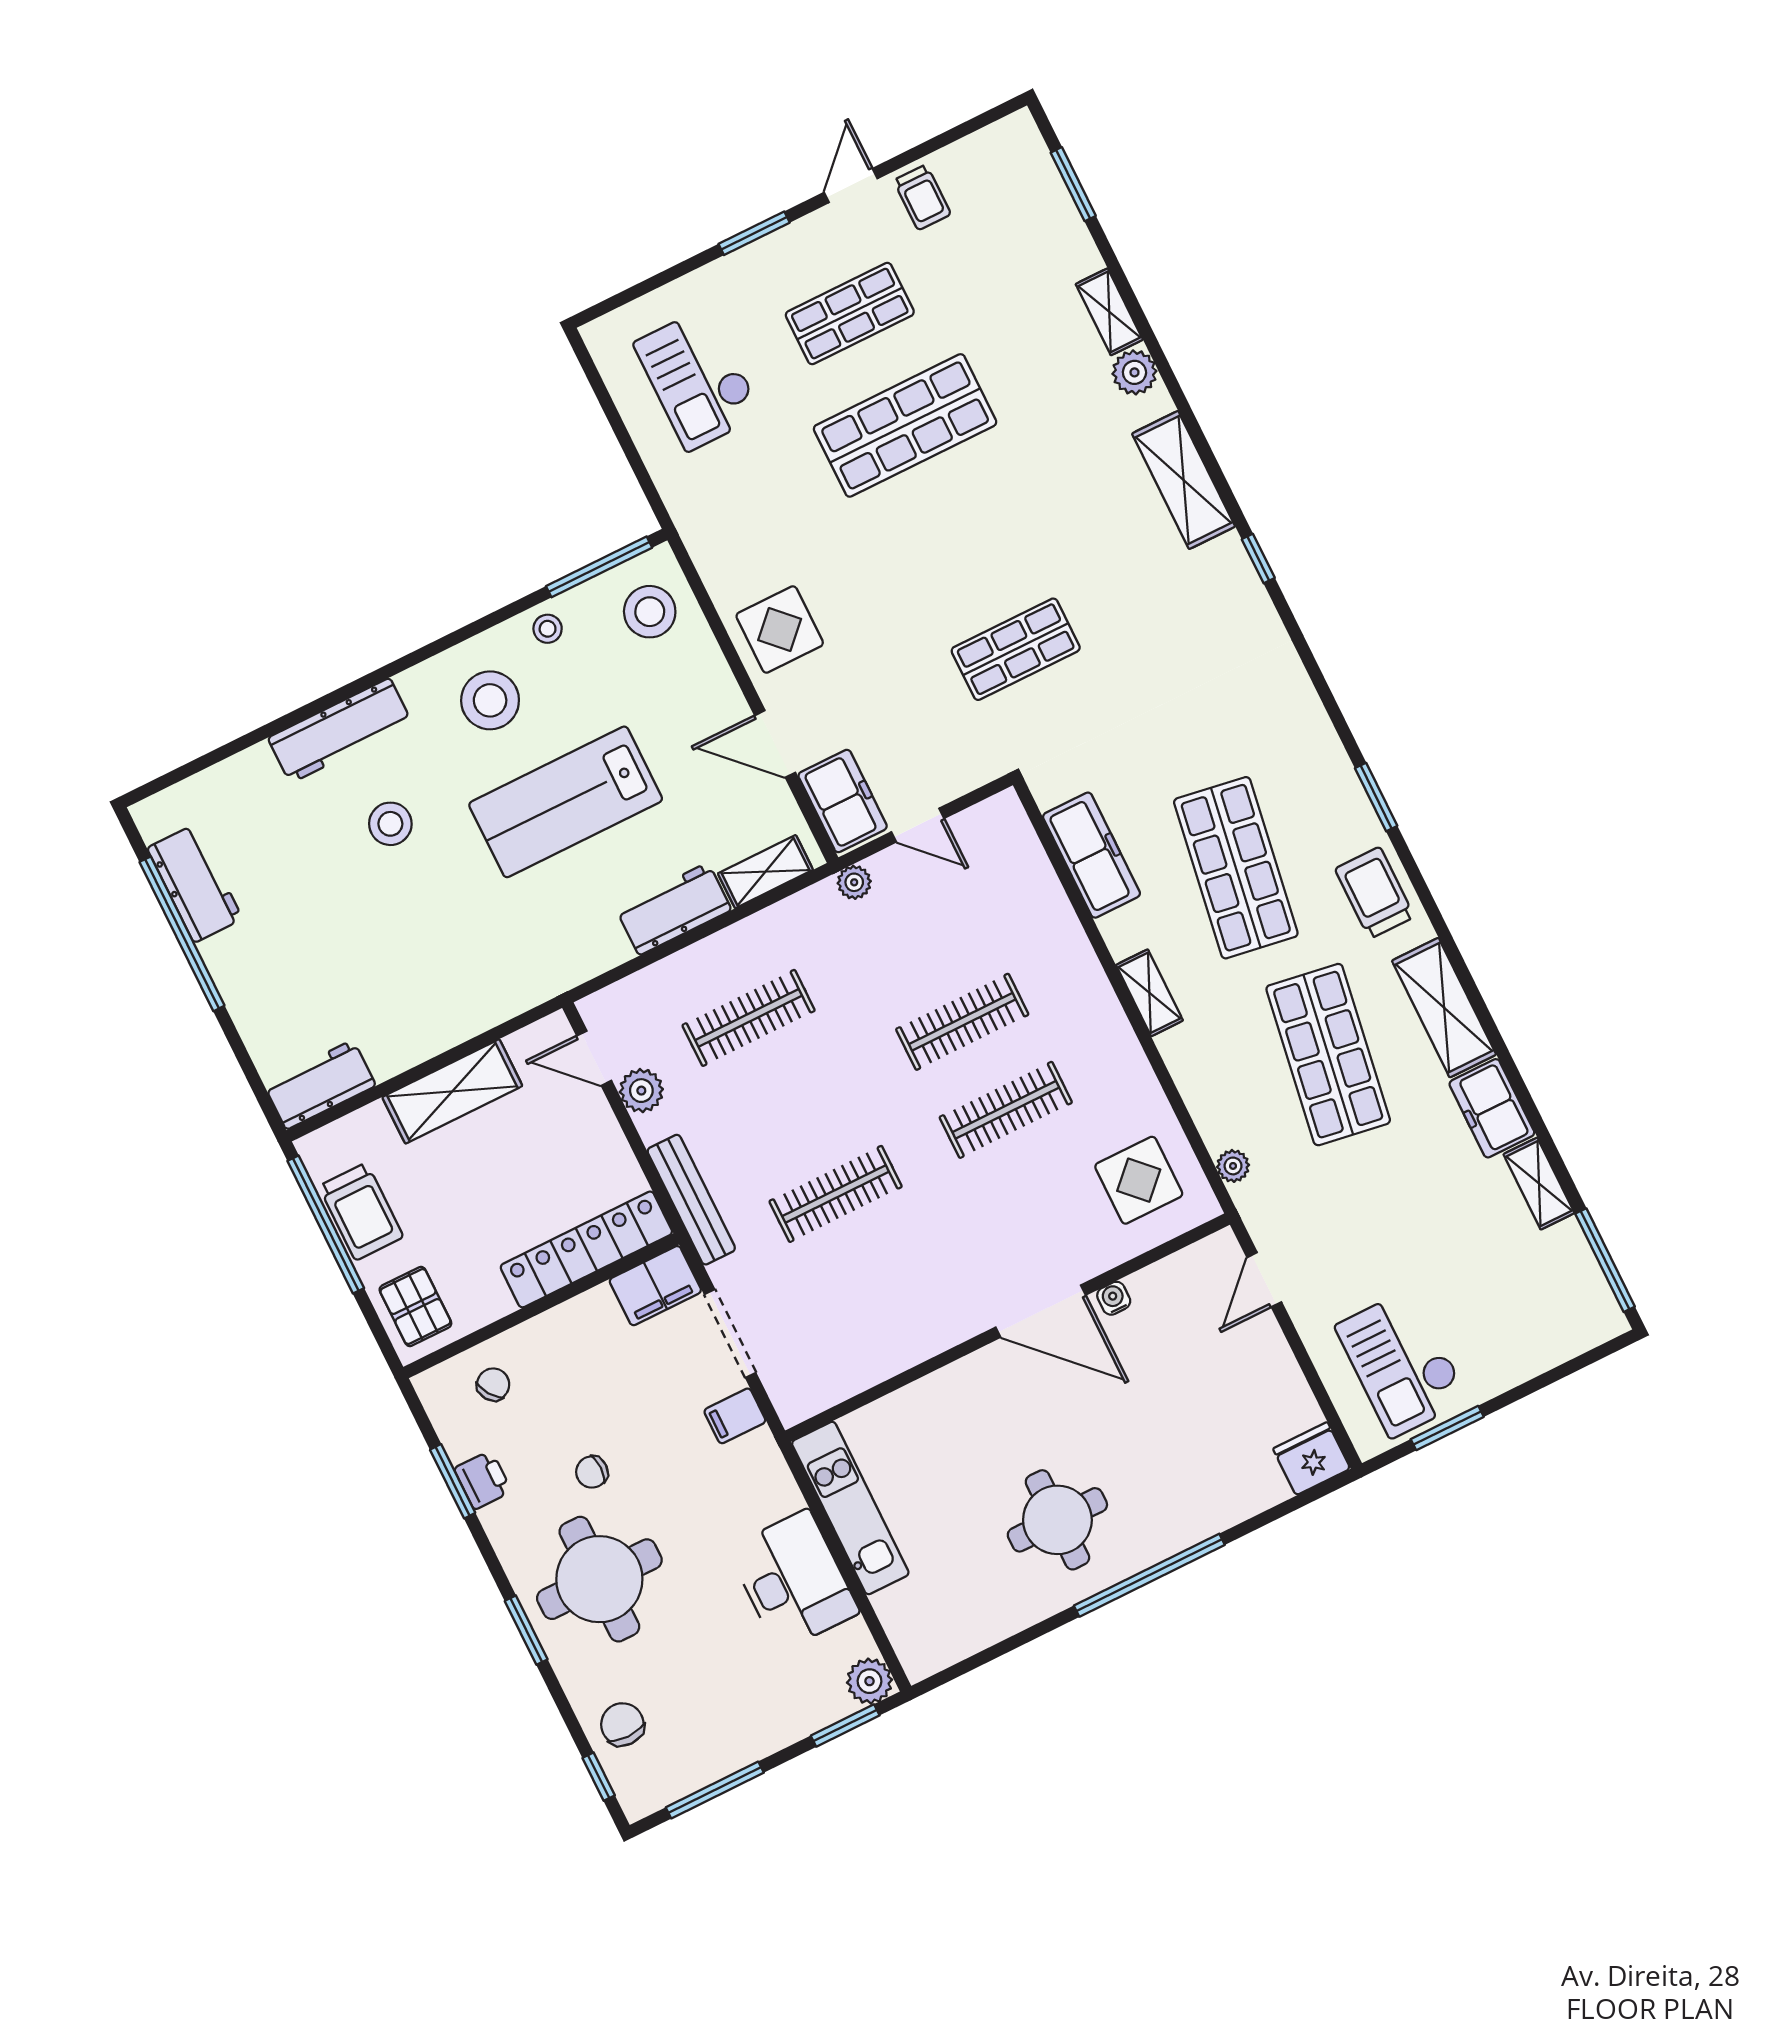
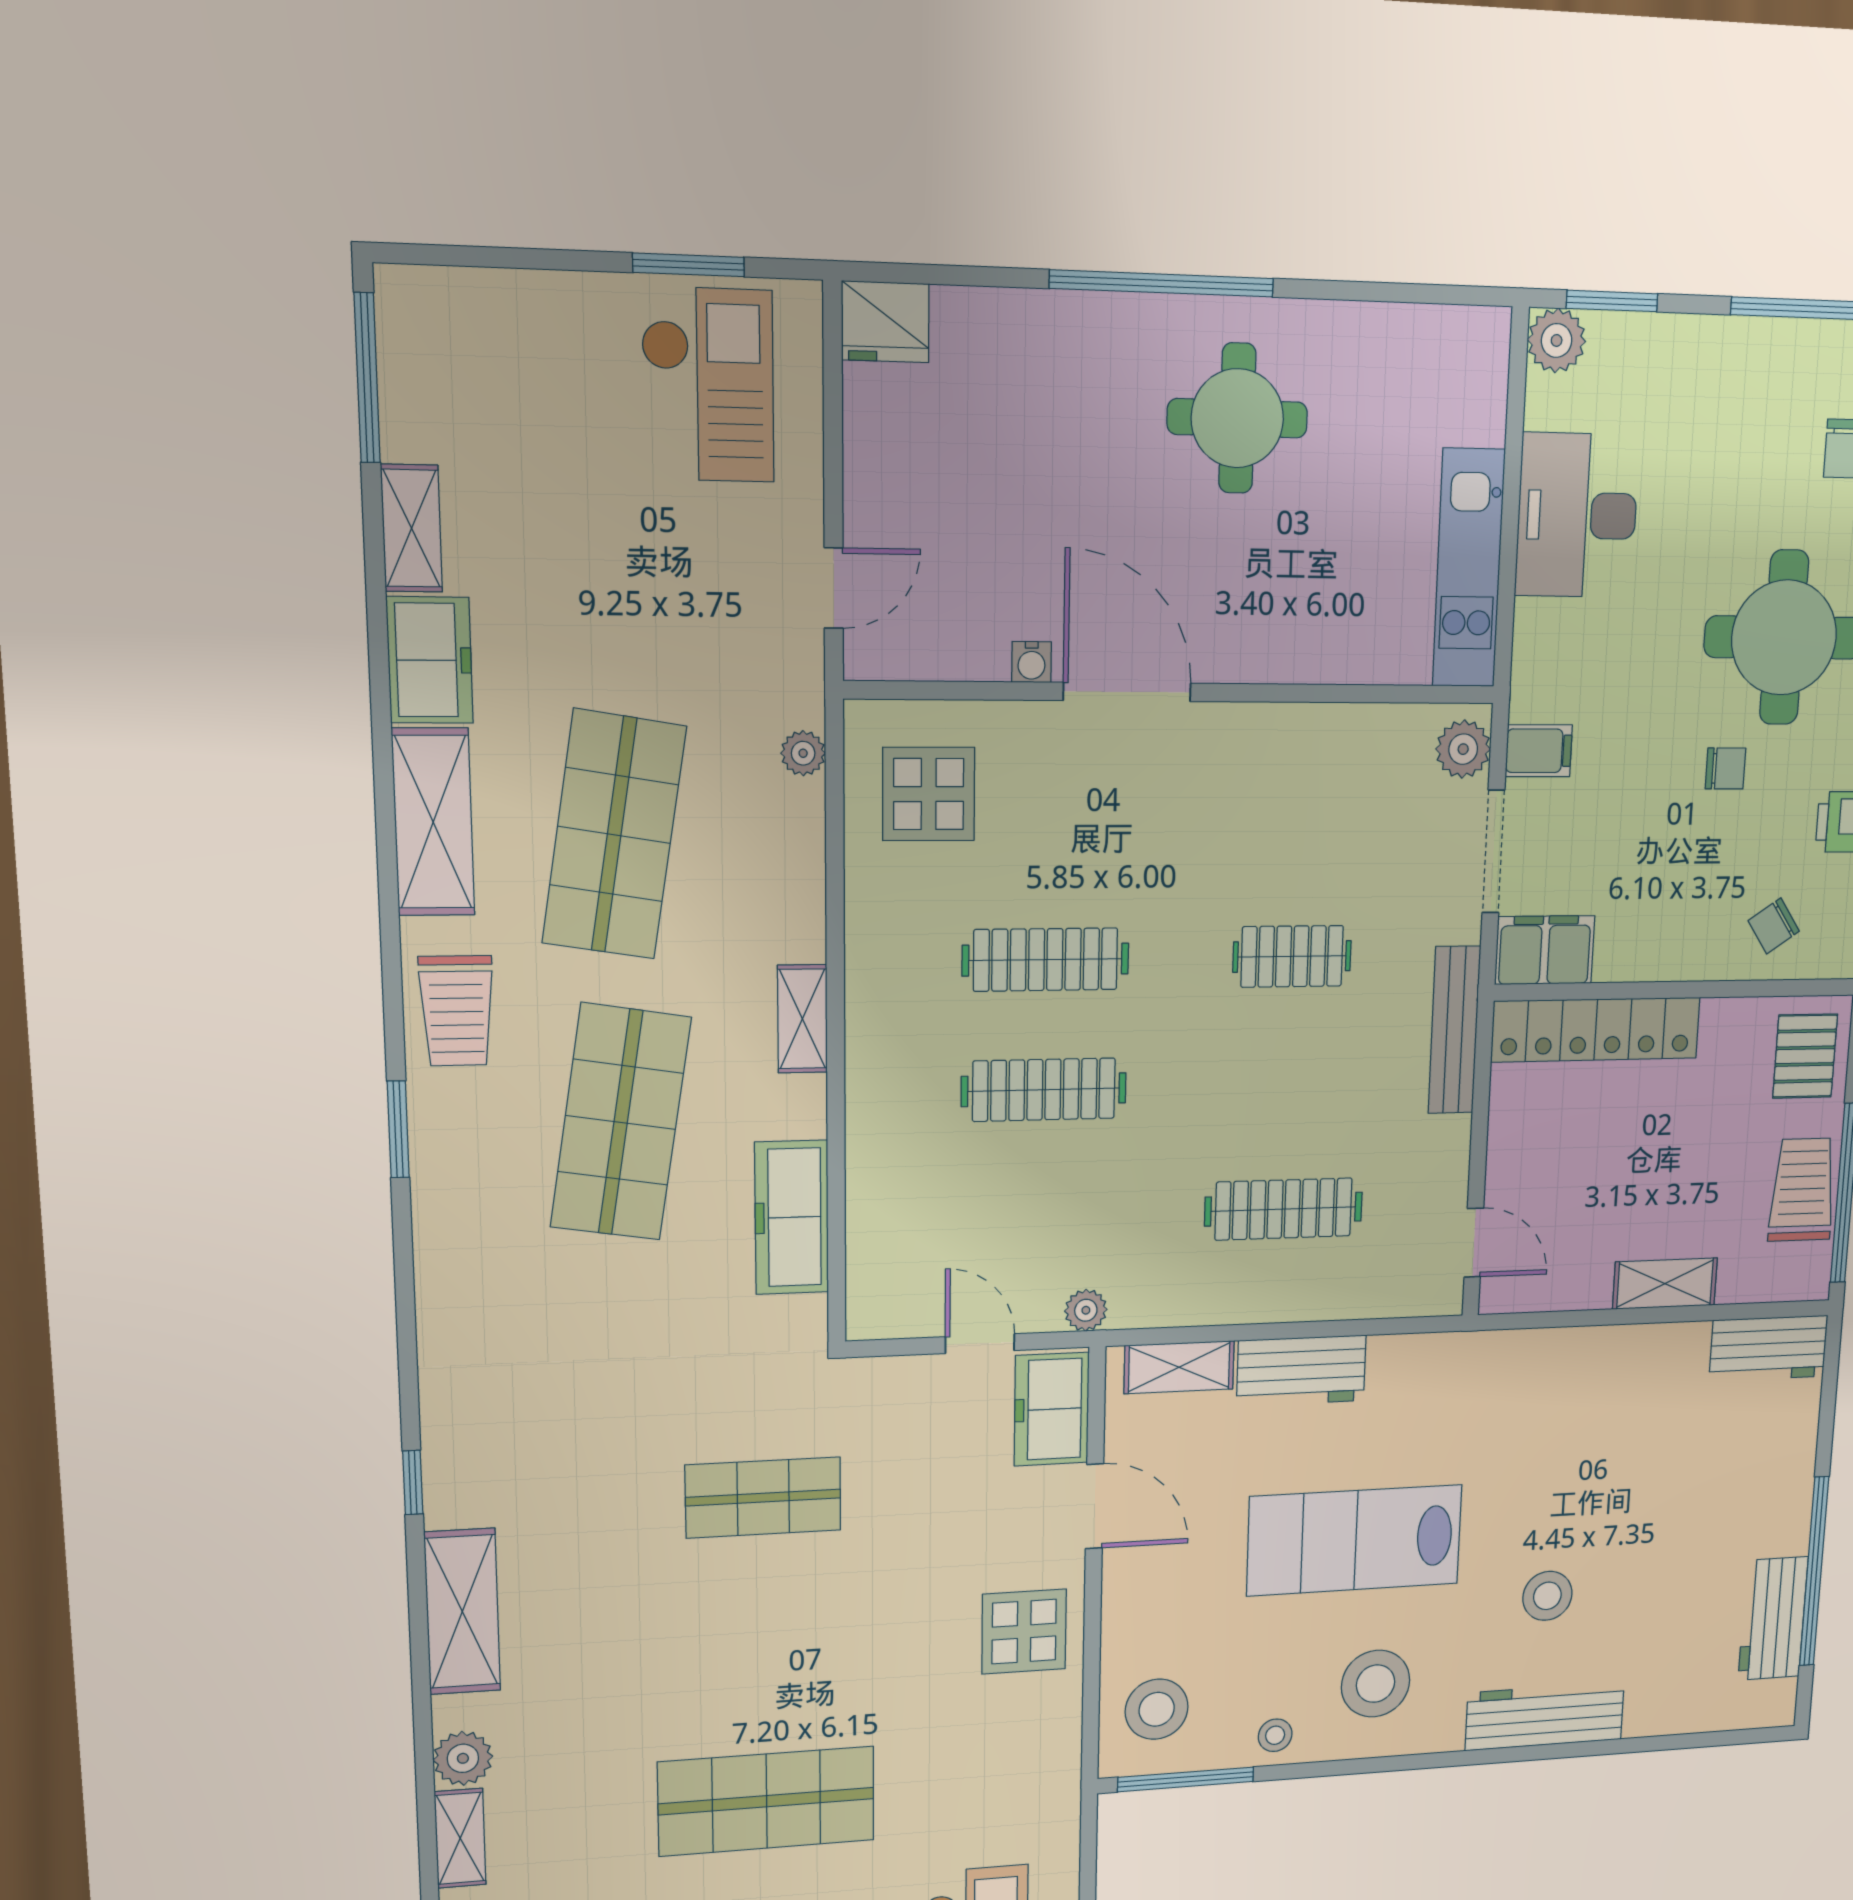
lab bench: (566, 802) -> (1355, 1540), turned 180
shelving: (452, 1091) -> (1665, 1284), width x0.67, depth x0.75
plant: (641, 1091) -> (1463, 749), moved
clothes rail: (836, 1194) -> (1292, 956), width x0.73

